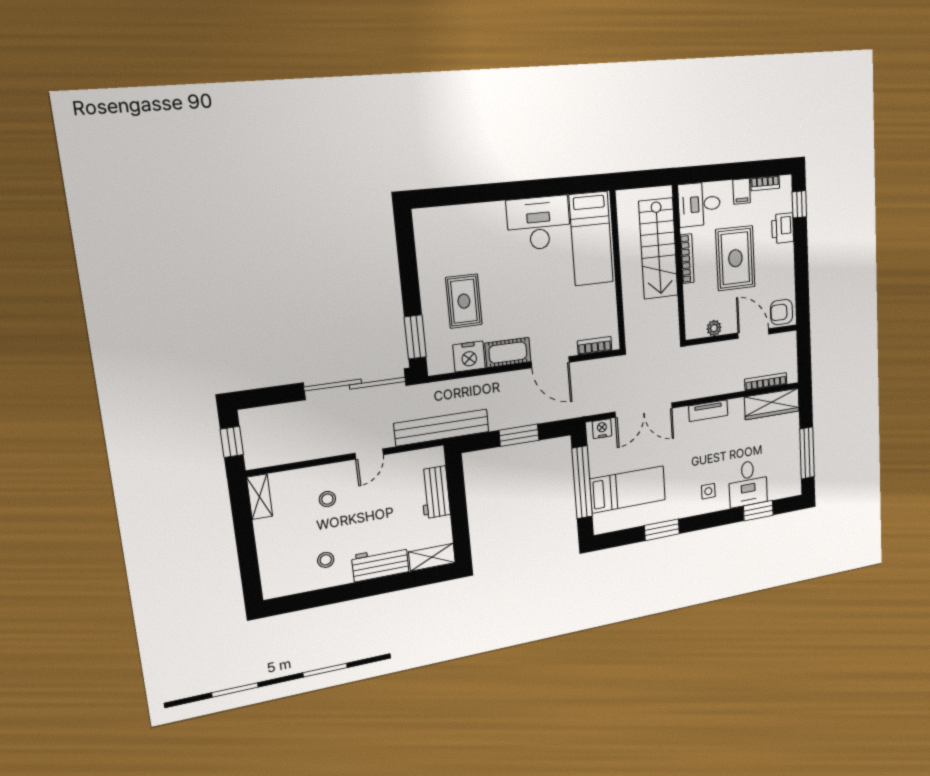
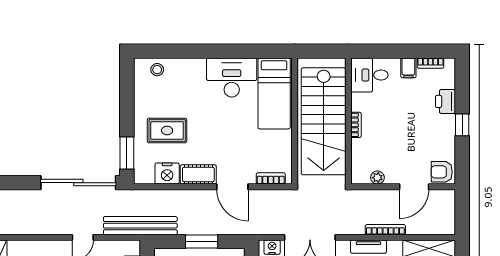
window: (799, 204) -> (462, 125), moved
stool: (444, 222) -> (157, 70), added
stairs: (658, 249) -> (324, 121), width x1.36, depth x1.51
rug: (735, 258) -> (400, 122), removed
bookcase: (687, 259) -> (356, 125), width x0.64
rug: (464, 301) -> (167, 130), turned 90
door: (753, 334) -> (414, 187), swing flipped
bookcase: (766, 382) -> (385, 230), moved

